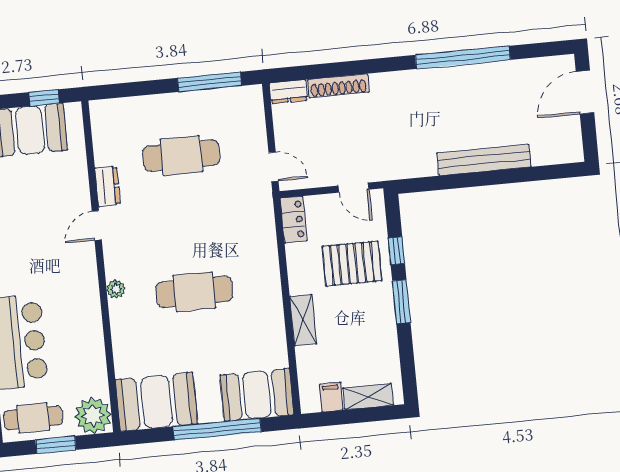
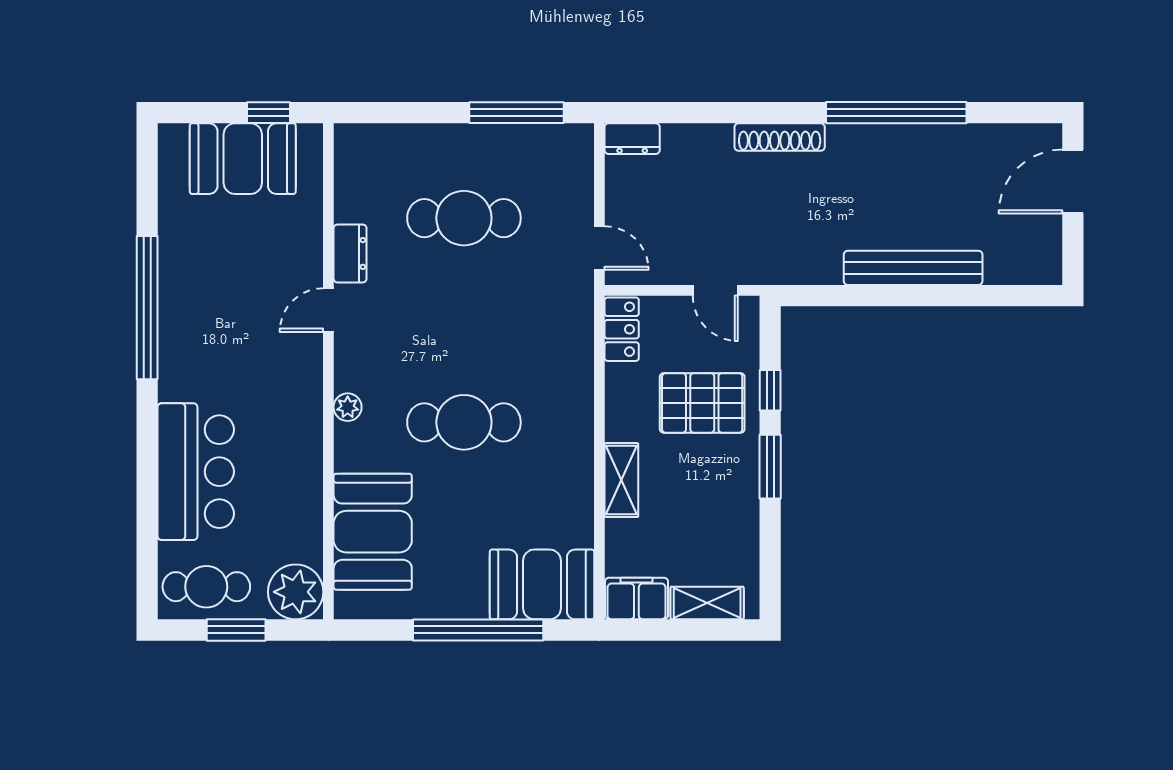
shoe rack: (338, 86) -> (780, 137), moved
filing cabinet: (331, 397) -> (636, 598), width x2.00
booth: (156, 402) -> (373, 532), moved, turned 90

